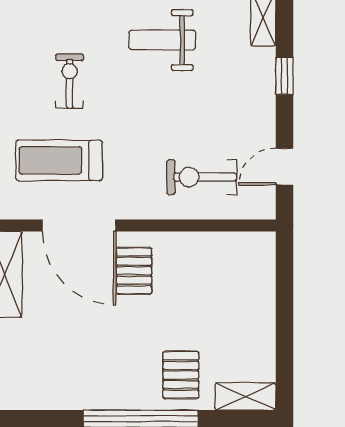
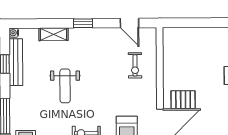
exercise bike: (202, 177) -> (135, 65), width x0.73, depth x0.72

